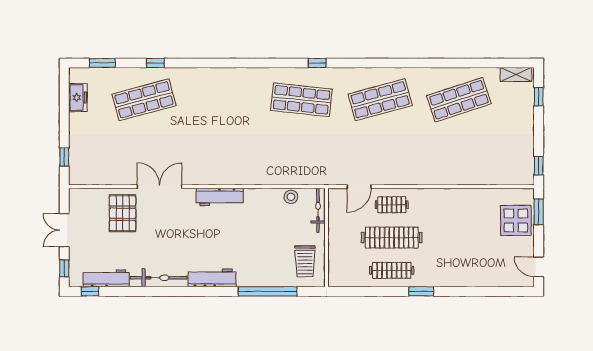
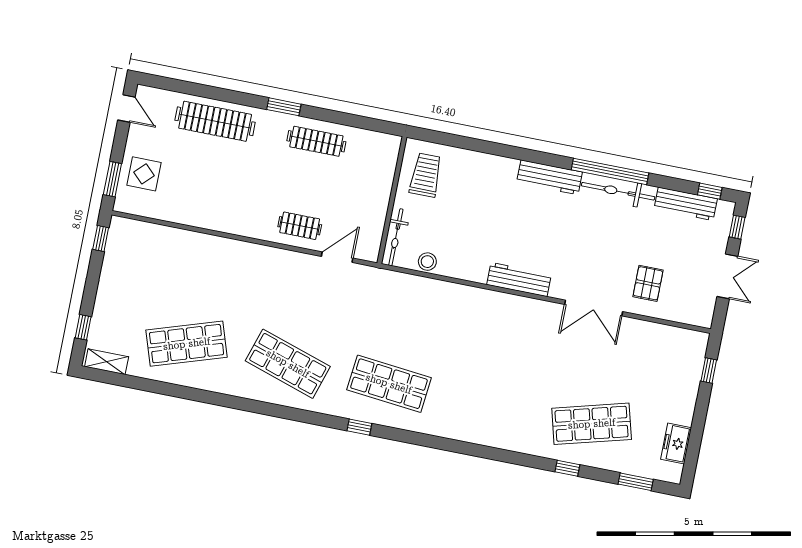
shop shelf: (380, 100) -> (288, 364), turned 33
pallet: (123, 213) -> (648, 283), width x0.67, depth x0.71
display table: (516, 220) -> (144, 174), width x0.73, depth x0.73
clothes rail: (392, 238) -> (215, 121), moved
window: (268, 291) -> (610, 171), moved

